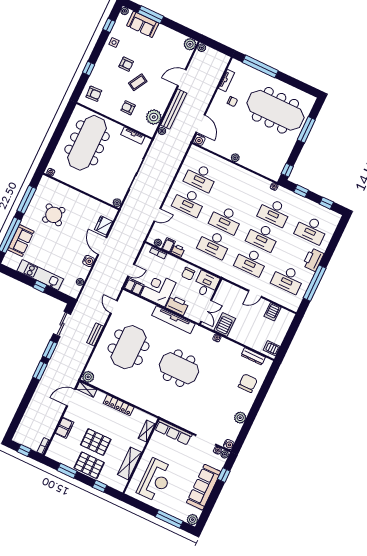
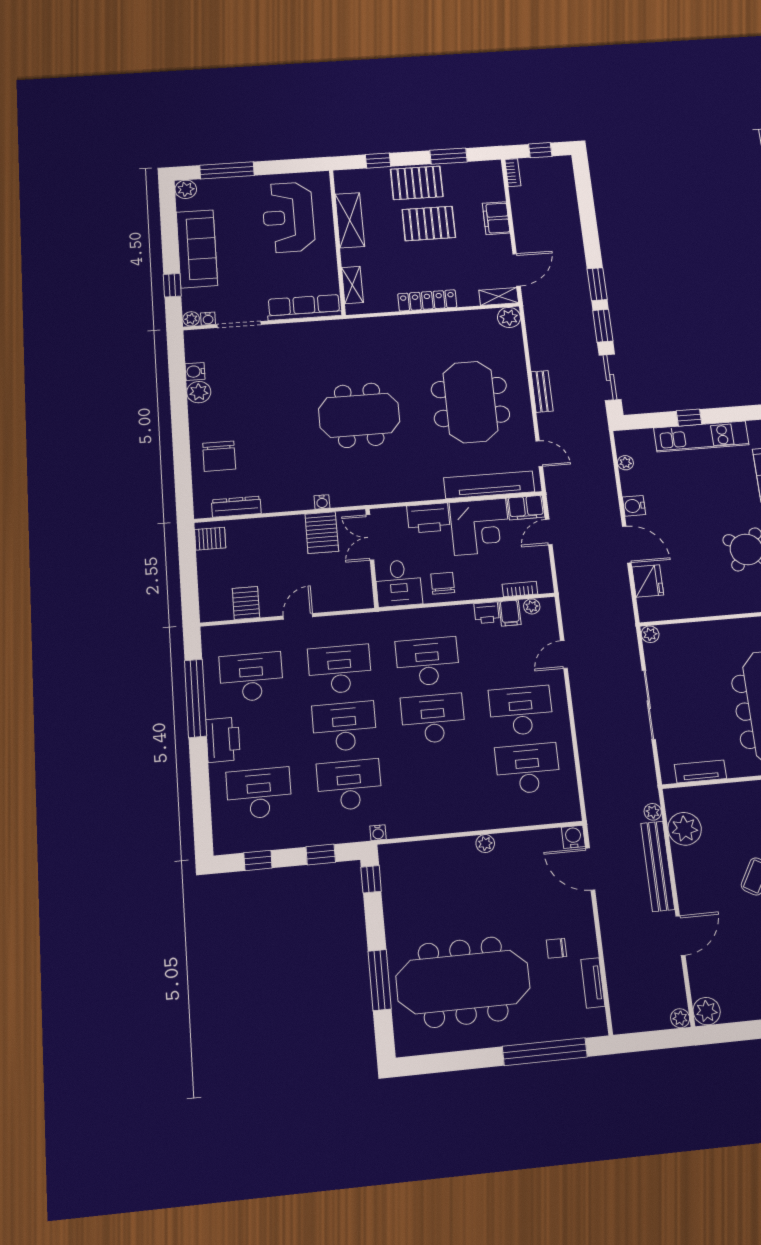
armchair: (128, 108) -> (743, 818), removed
tv unit: (173, 320) -> (489, 485), moved
water cooler: (229, 445) -> (195, 371), moved

